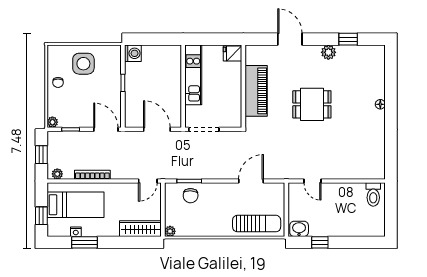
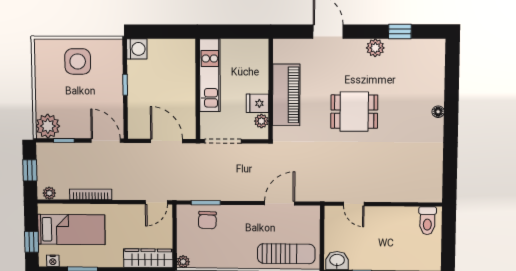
fridge: (232, 53) -> (257, 103), moved
chair: (58, 82) -> (48, 84), removed
plant: (236, 113) -> (261, 121), added
plant: (52, 122) -> (48, 126), width x1.87, depth x1.87
nightstand: (76, 232) -> (53, 261), moved

